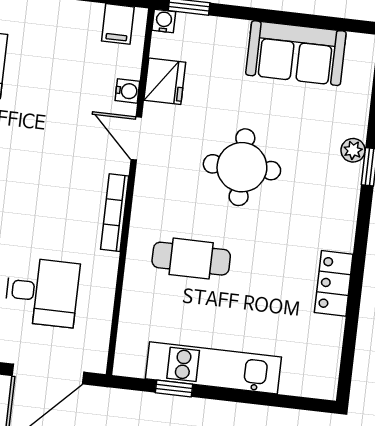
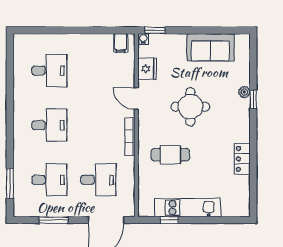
water cooler: (127, 91) -> (129, 76), removed

